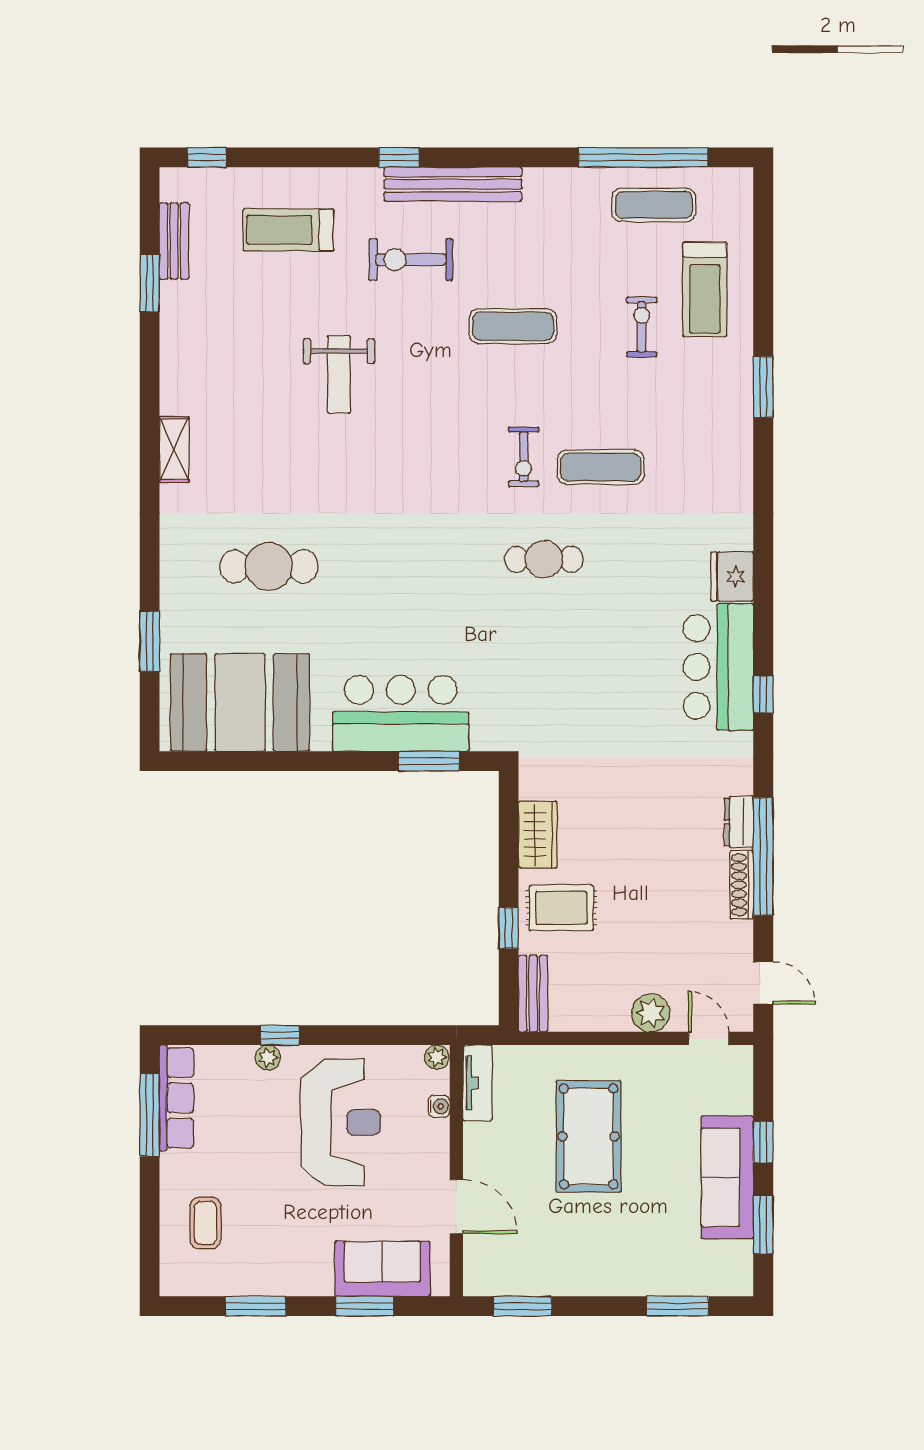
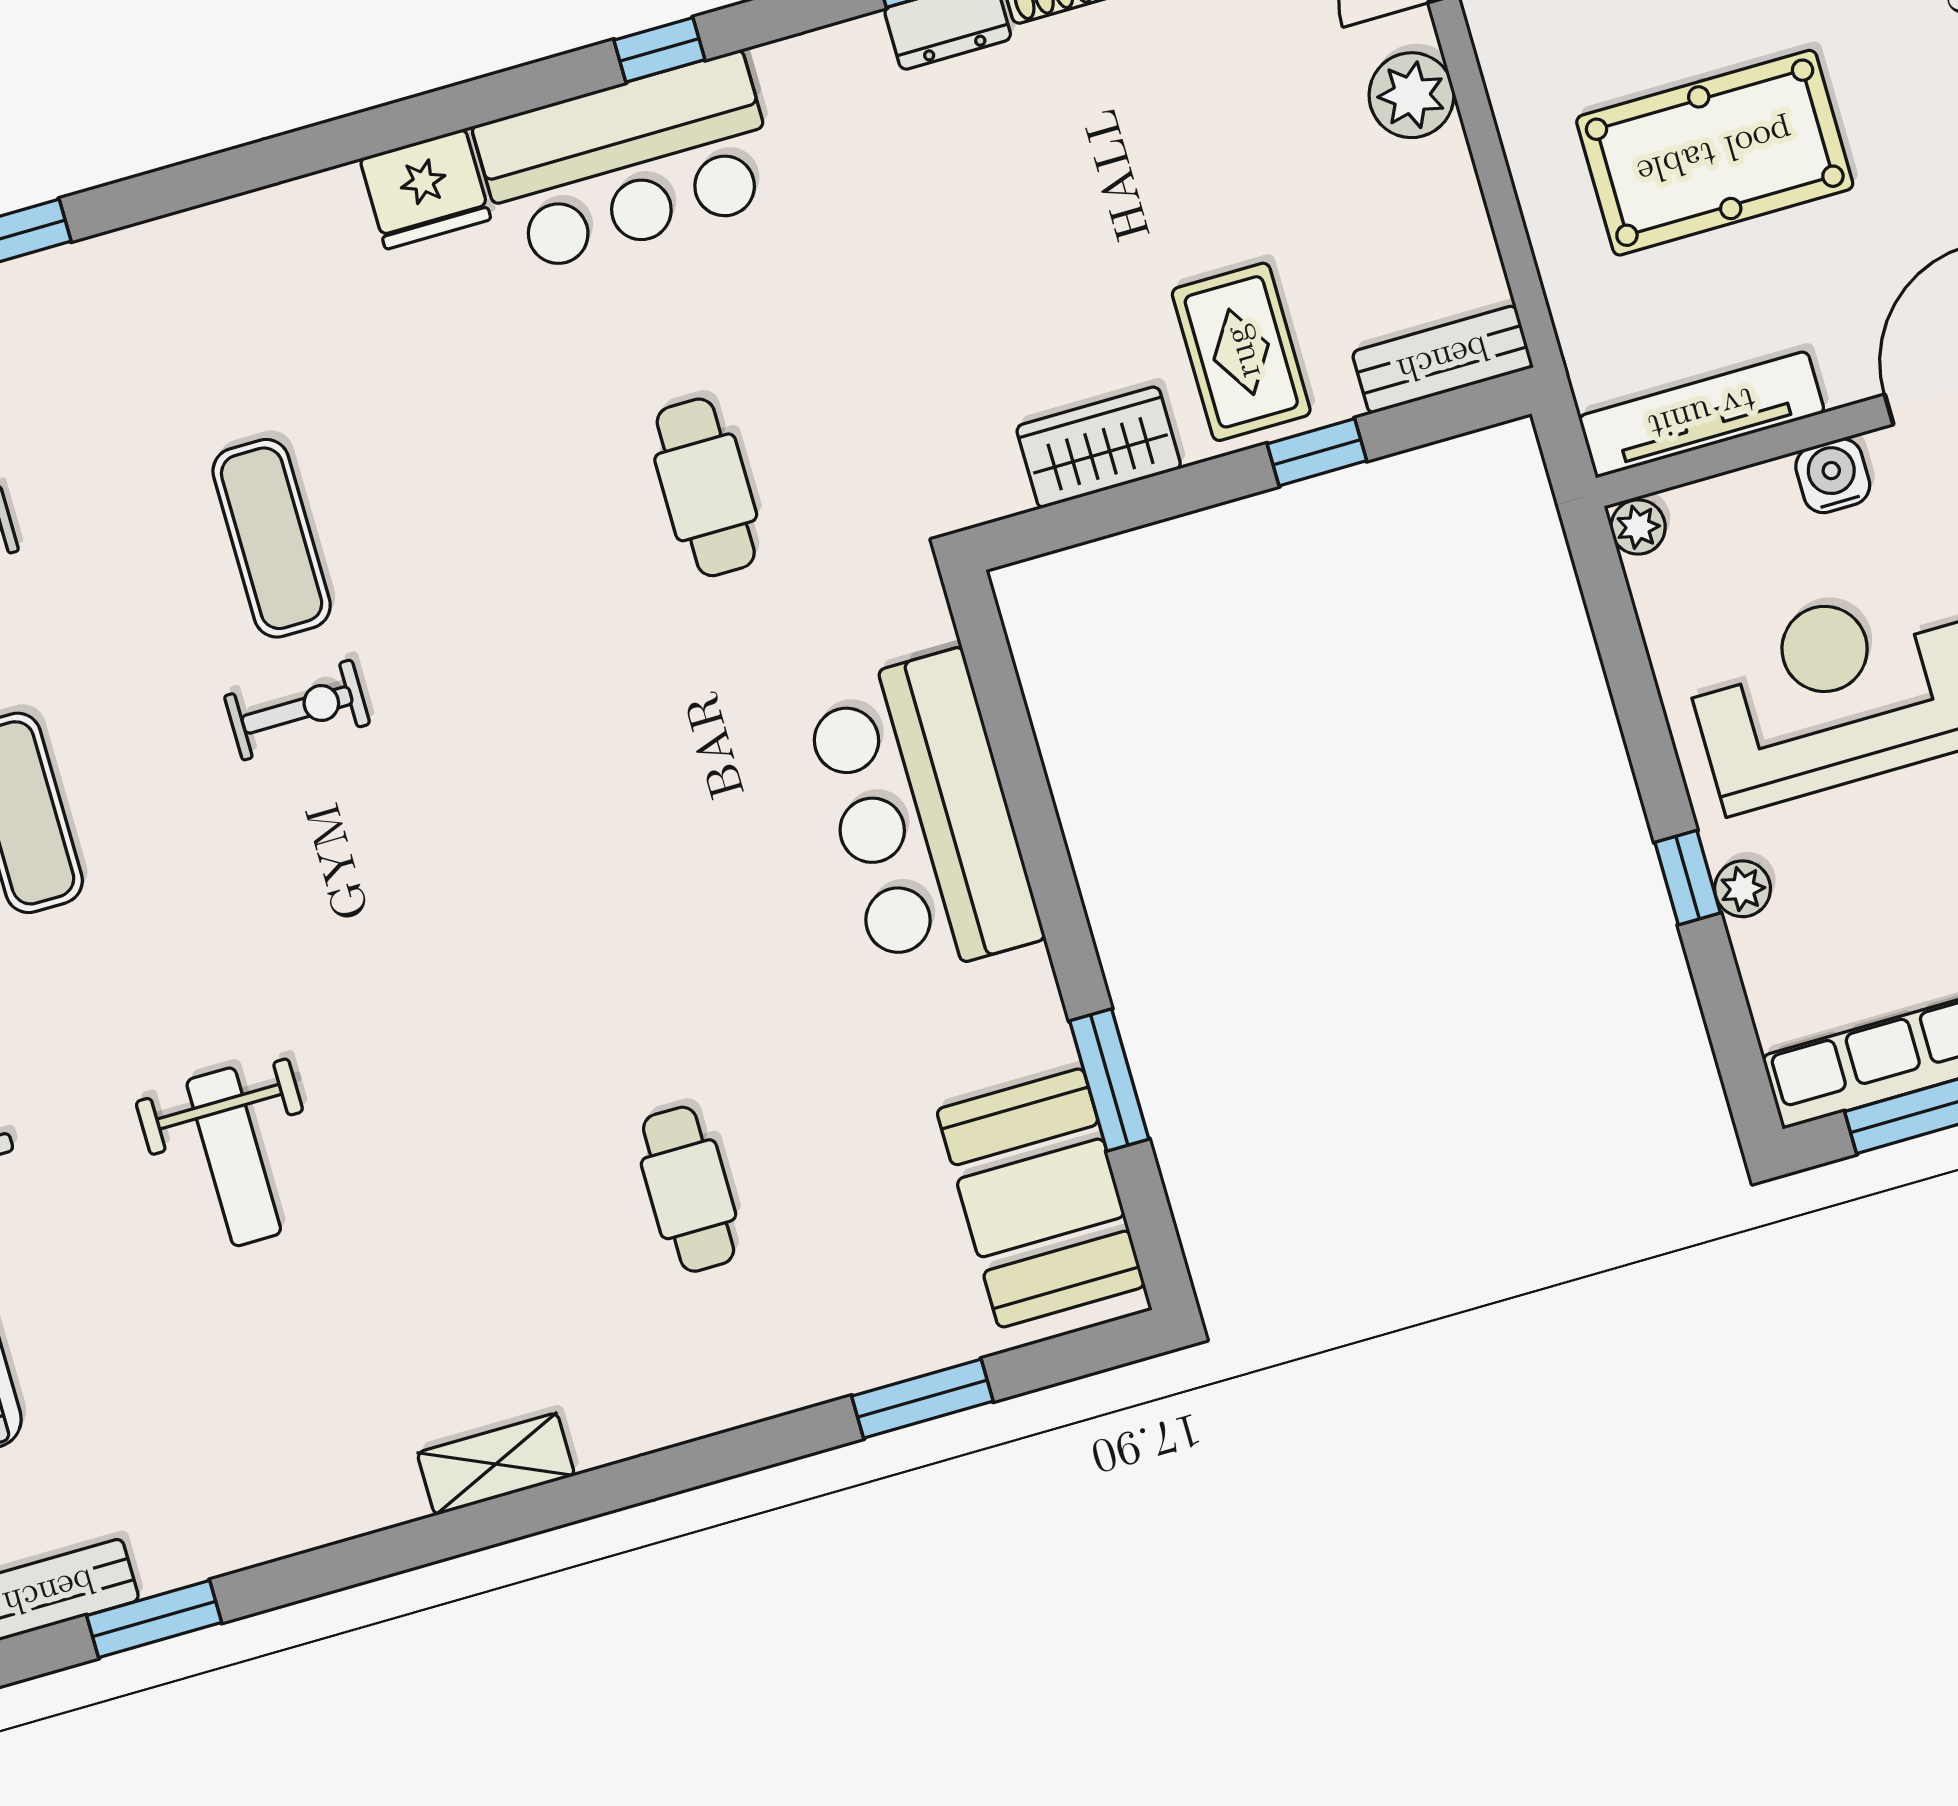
weight bench: (339, 374) -> (234, 1157), turned 90
cafe table: (544, 559) -> (706, 487), moved
cafe table: (269, 566) -> (689, 1189), width x0.73, depth x0.74
booth: (240, 702) -> (1041, 1198), width x0.73, depth x0.70
window: (429, 761) -> (1109, 1080), moved
tv unit: (477, 1083) -> (1702, 414), width x1.41
water cooler: (439, 1106) -> (1833, 476), moved, width x1.38, depth x1.38

